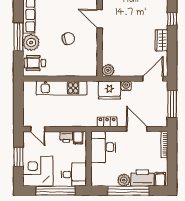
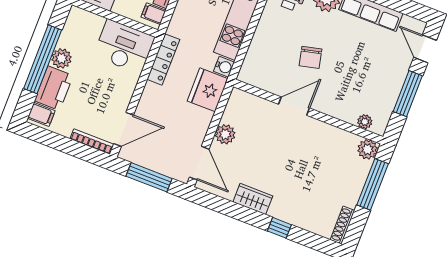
door: (100, 19) -> (294, 106), moved
plant: (108, 70) -> (225, 134), moved
water cooler: (126, 86) -> (224, 67), moved
locker: (107, 122) -> (163, 59), width x1.53
door: (137, 129) -> (124, 129), moved

